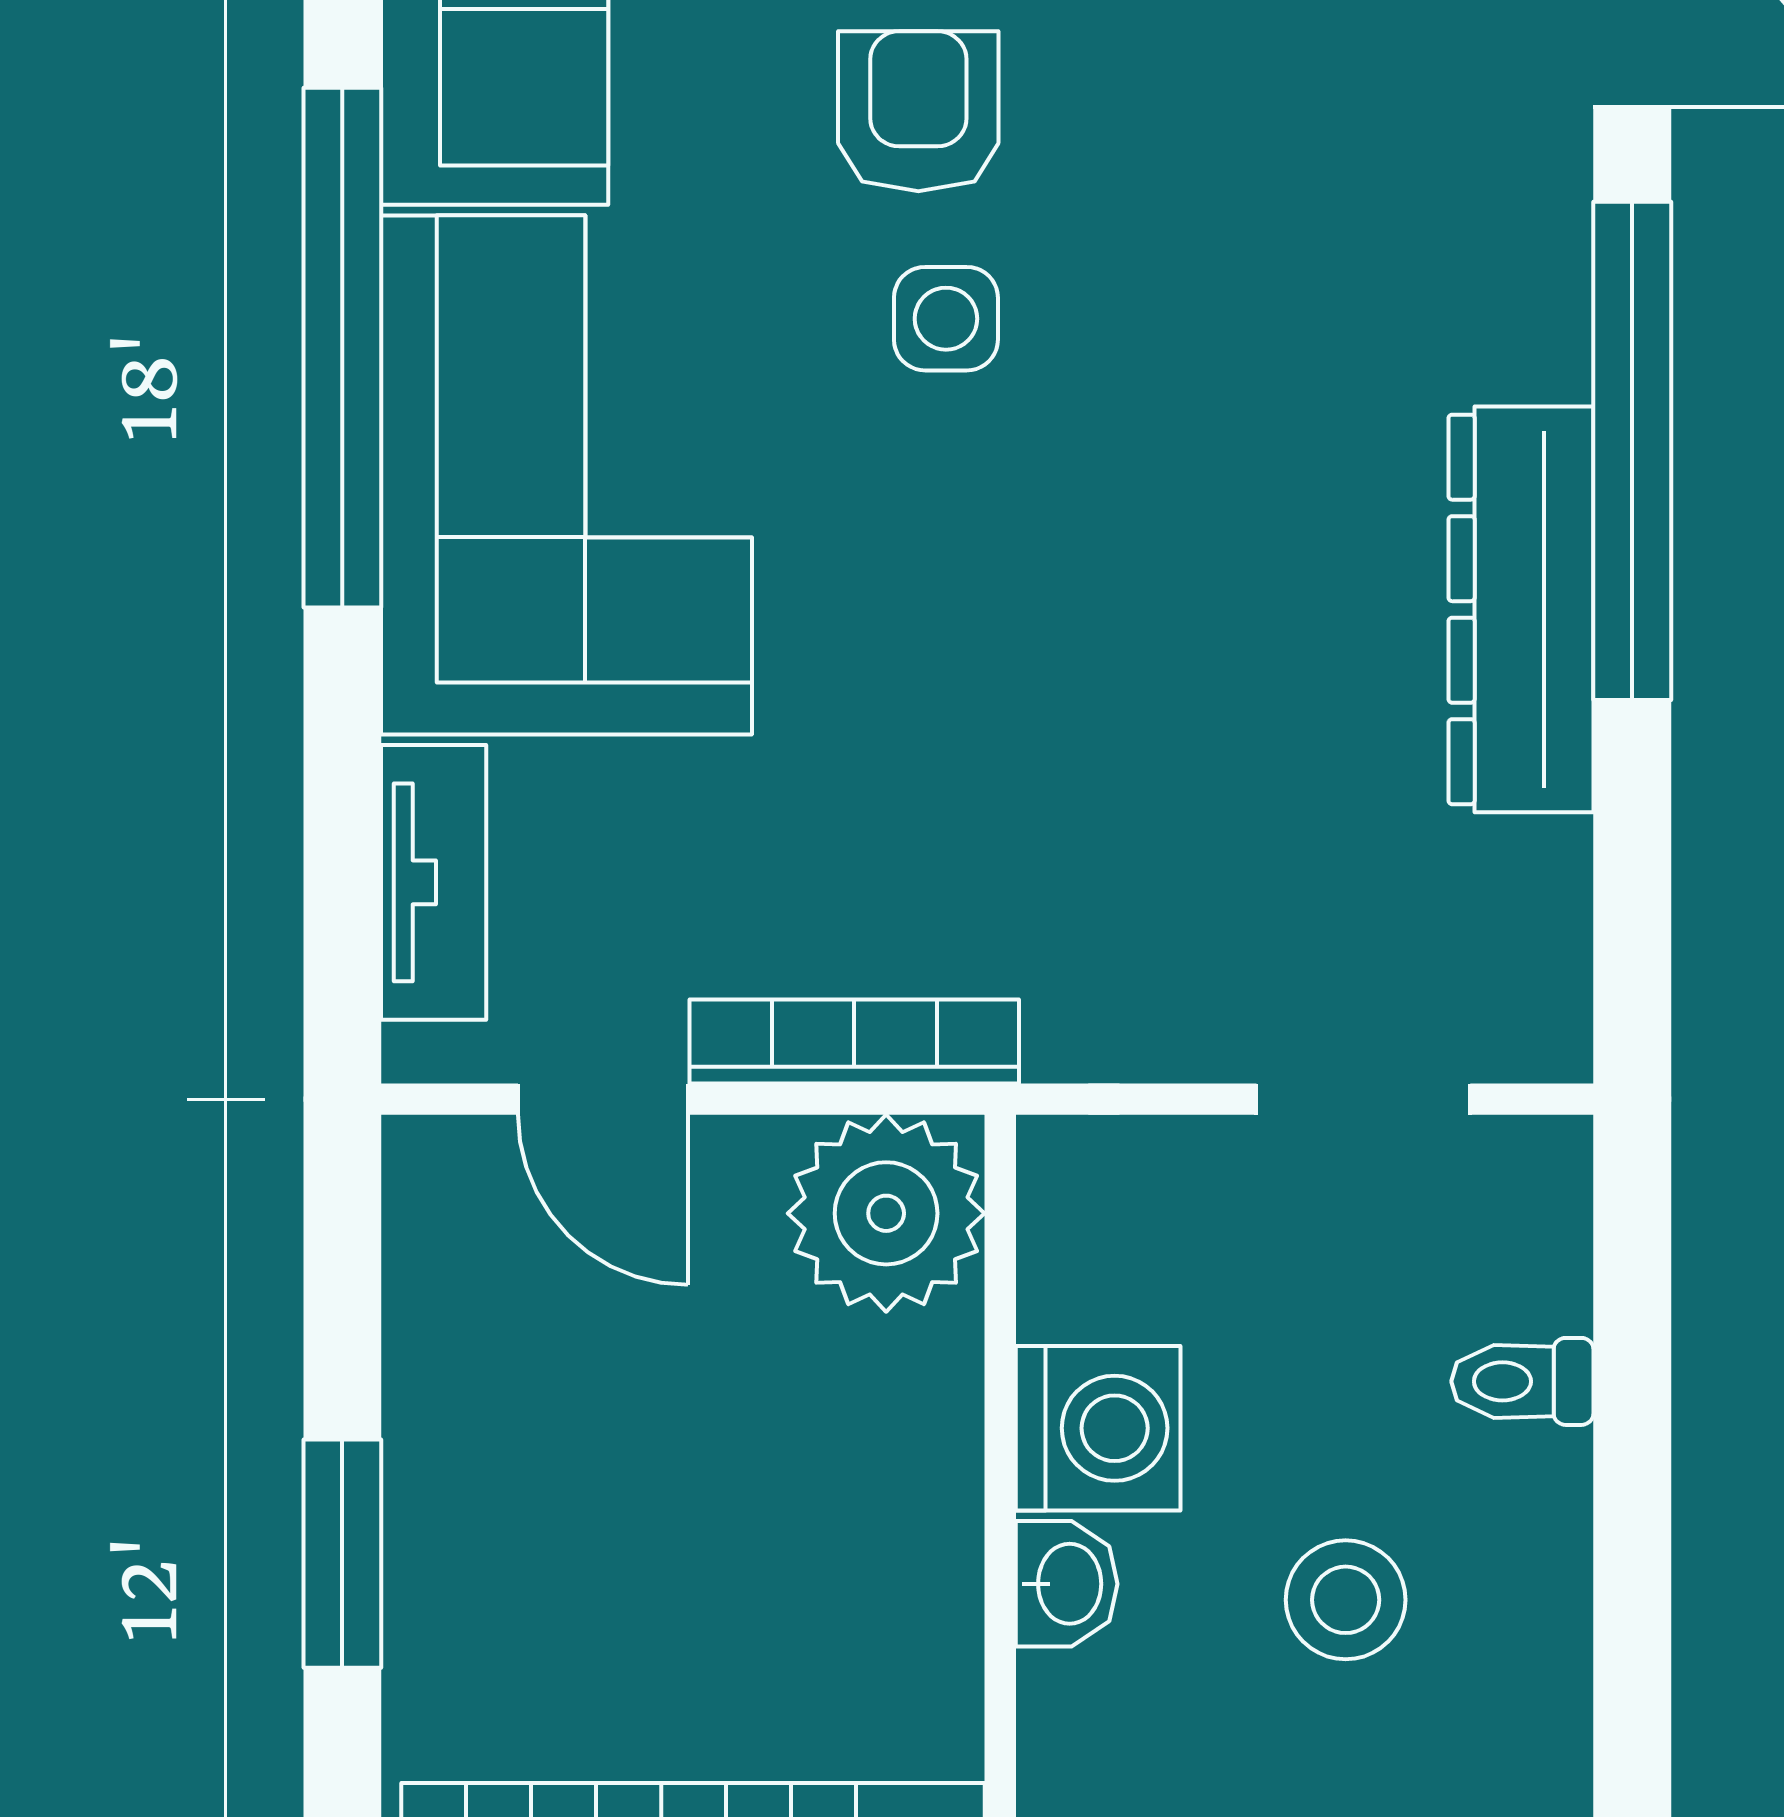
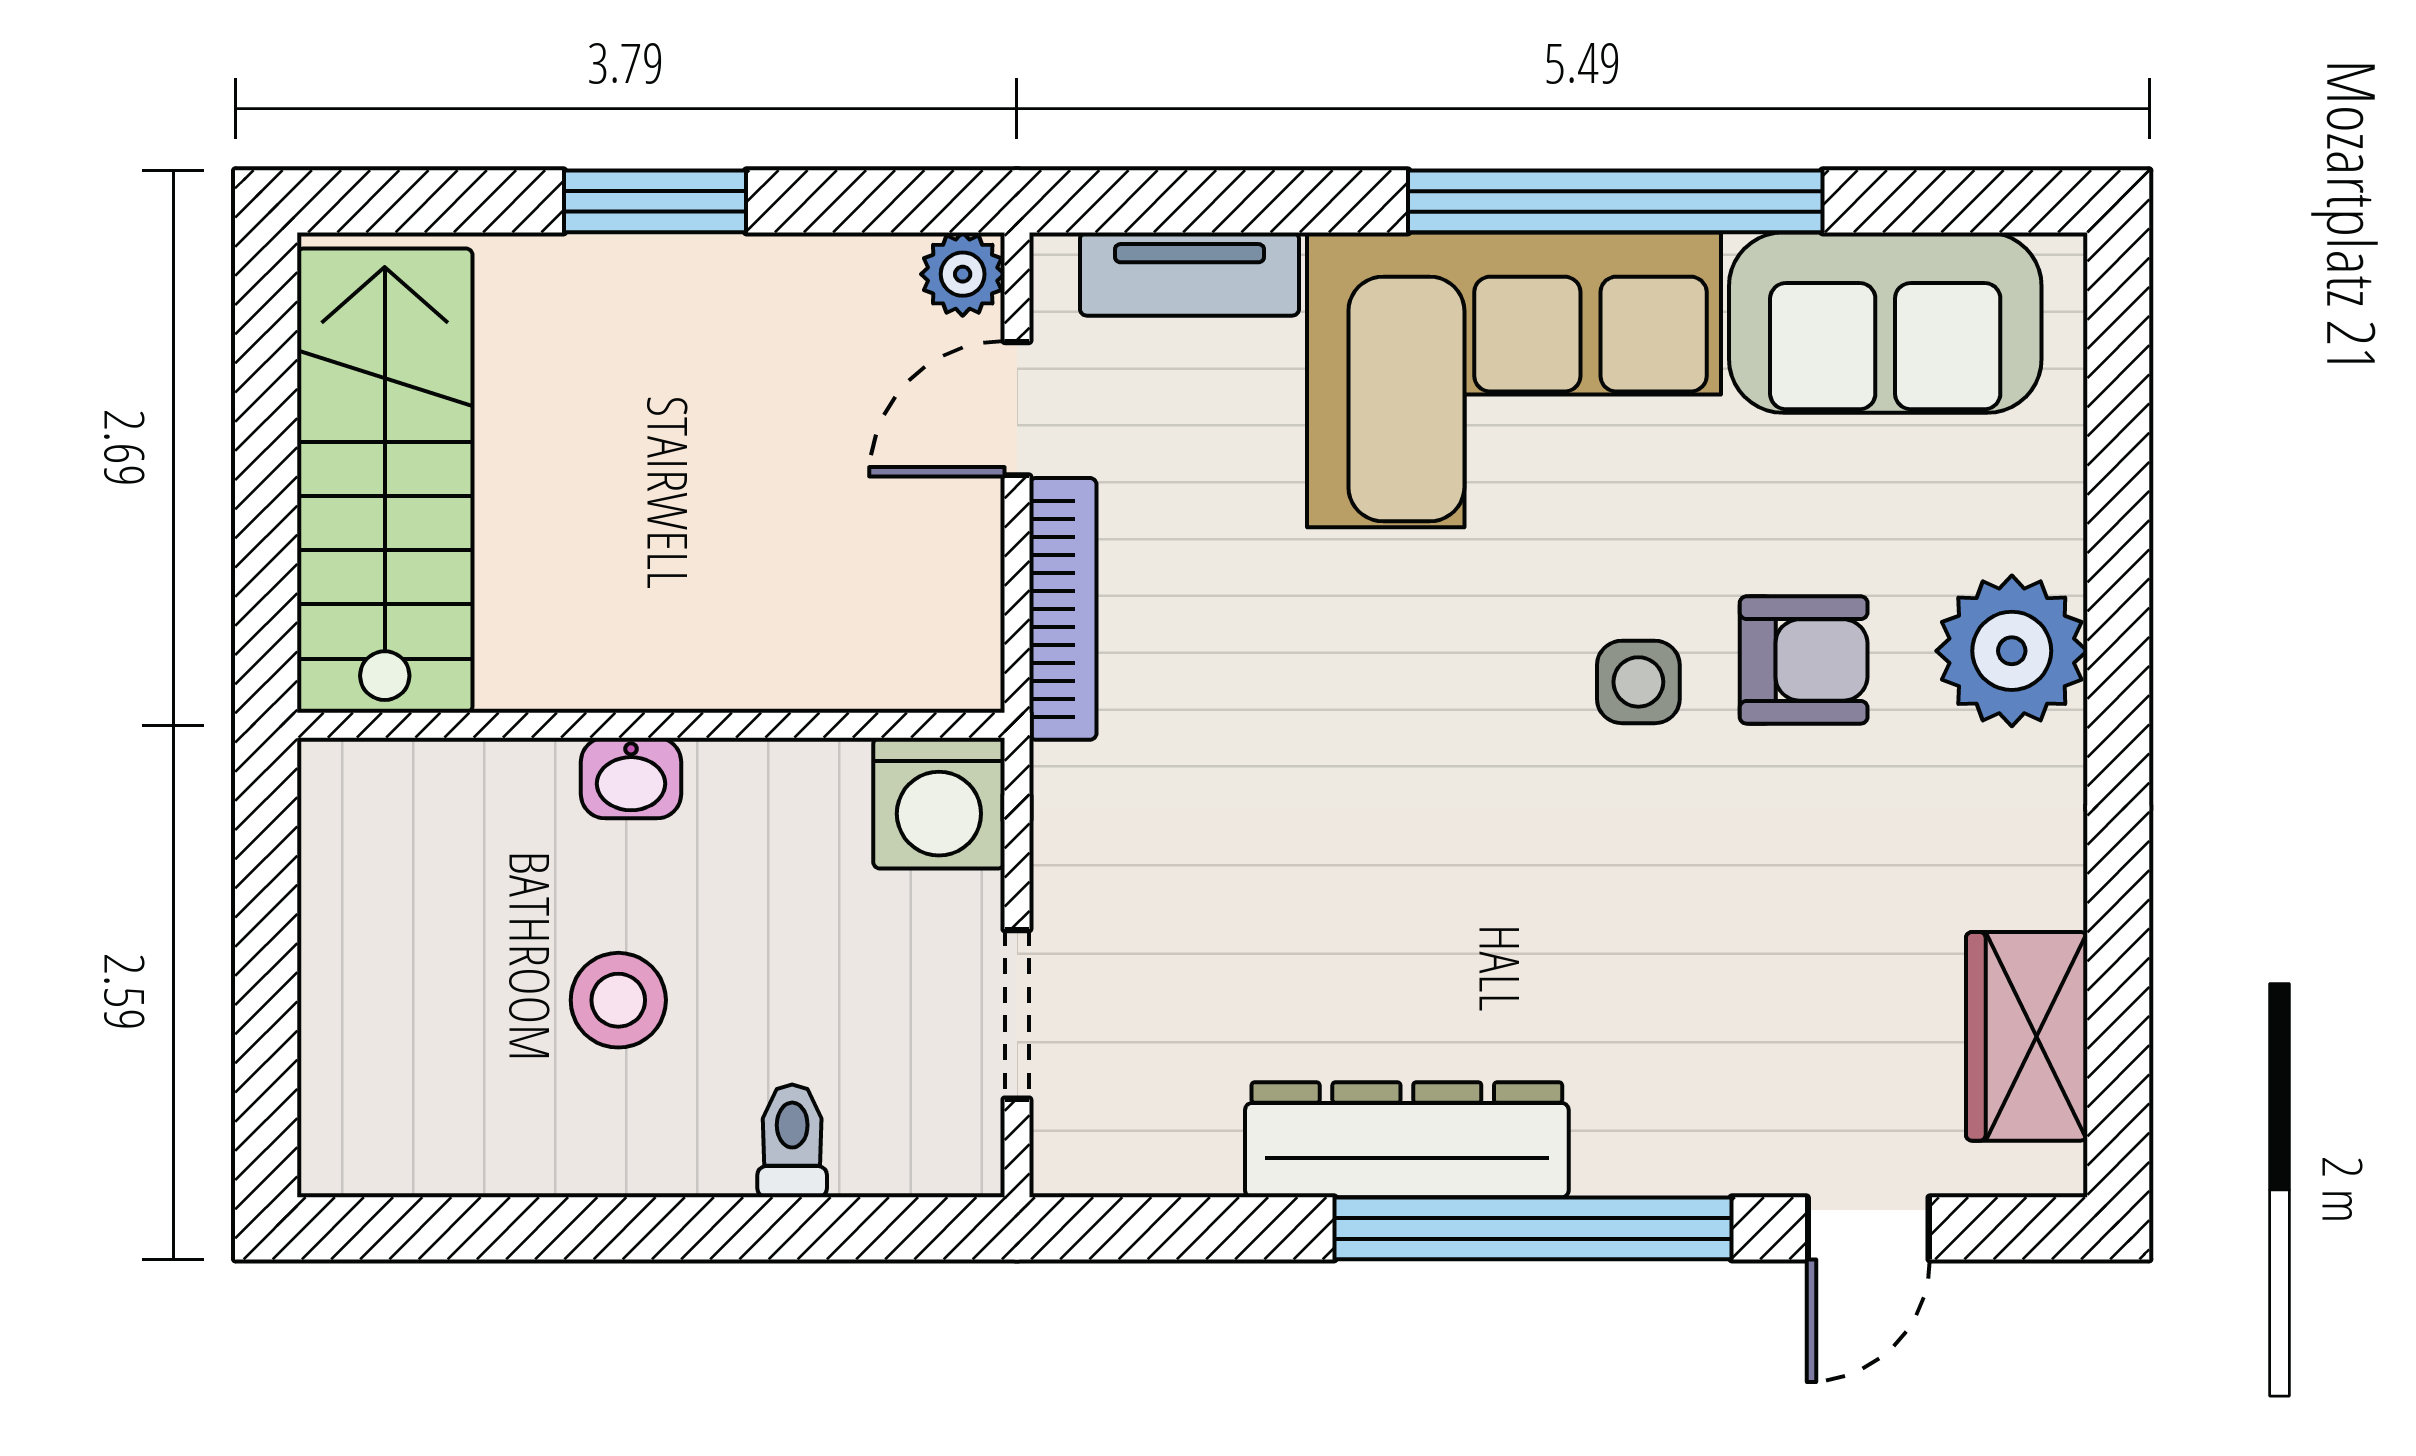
plant: (886, 1213) -> (963, 274), moved, width x0.53, depth x0.53
washing machine: (1098, 1428) -> (939, 803), moved

